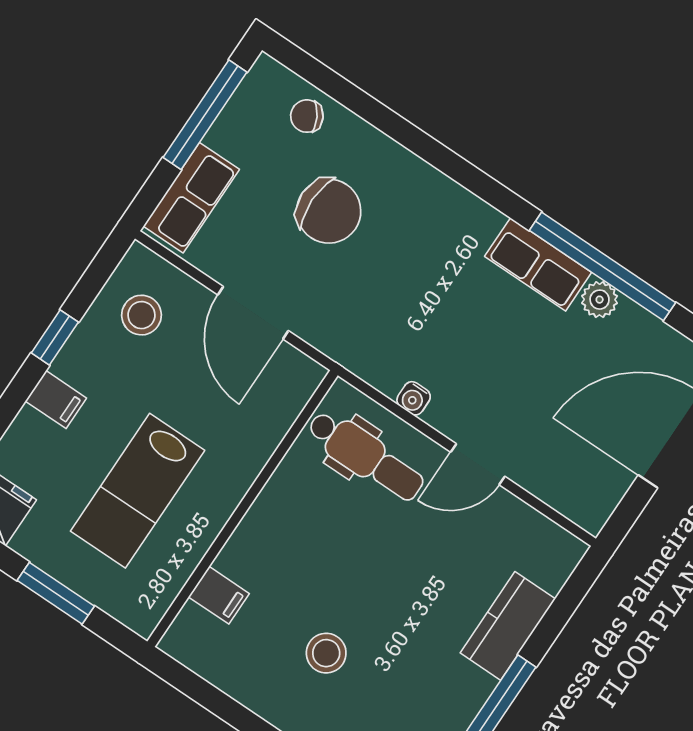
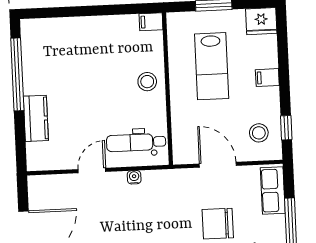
window: (55, 337) -> (286, 128), moved
lab bench: (138, 491) -> (212, 66), turned 180
filing cabinet: (219, 595) -> (151, 22), moved
stool: (326, 653) -> (147, 82), moved

